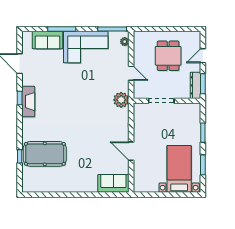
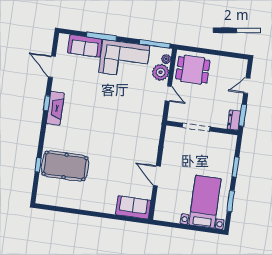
dining table: (168, 56) -> (193, 70), moved, turned 90
dresser: (196, 85) -> (234, 120), width x0.70
plant: (121, 100) -> (161, 72), moved

